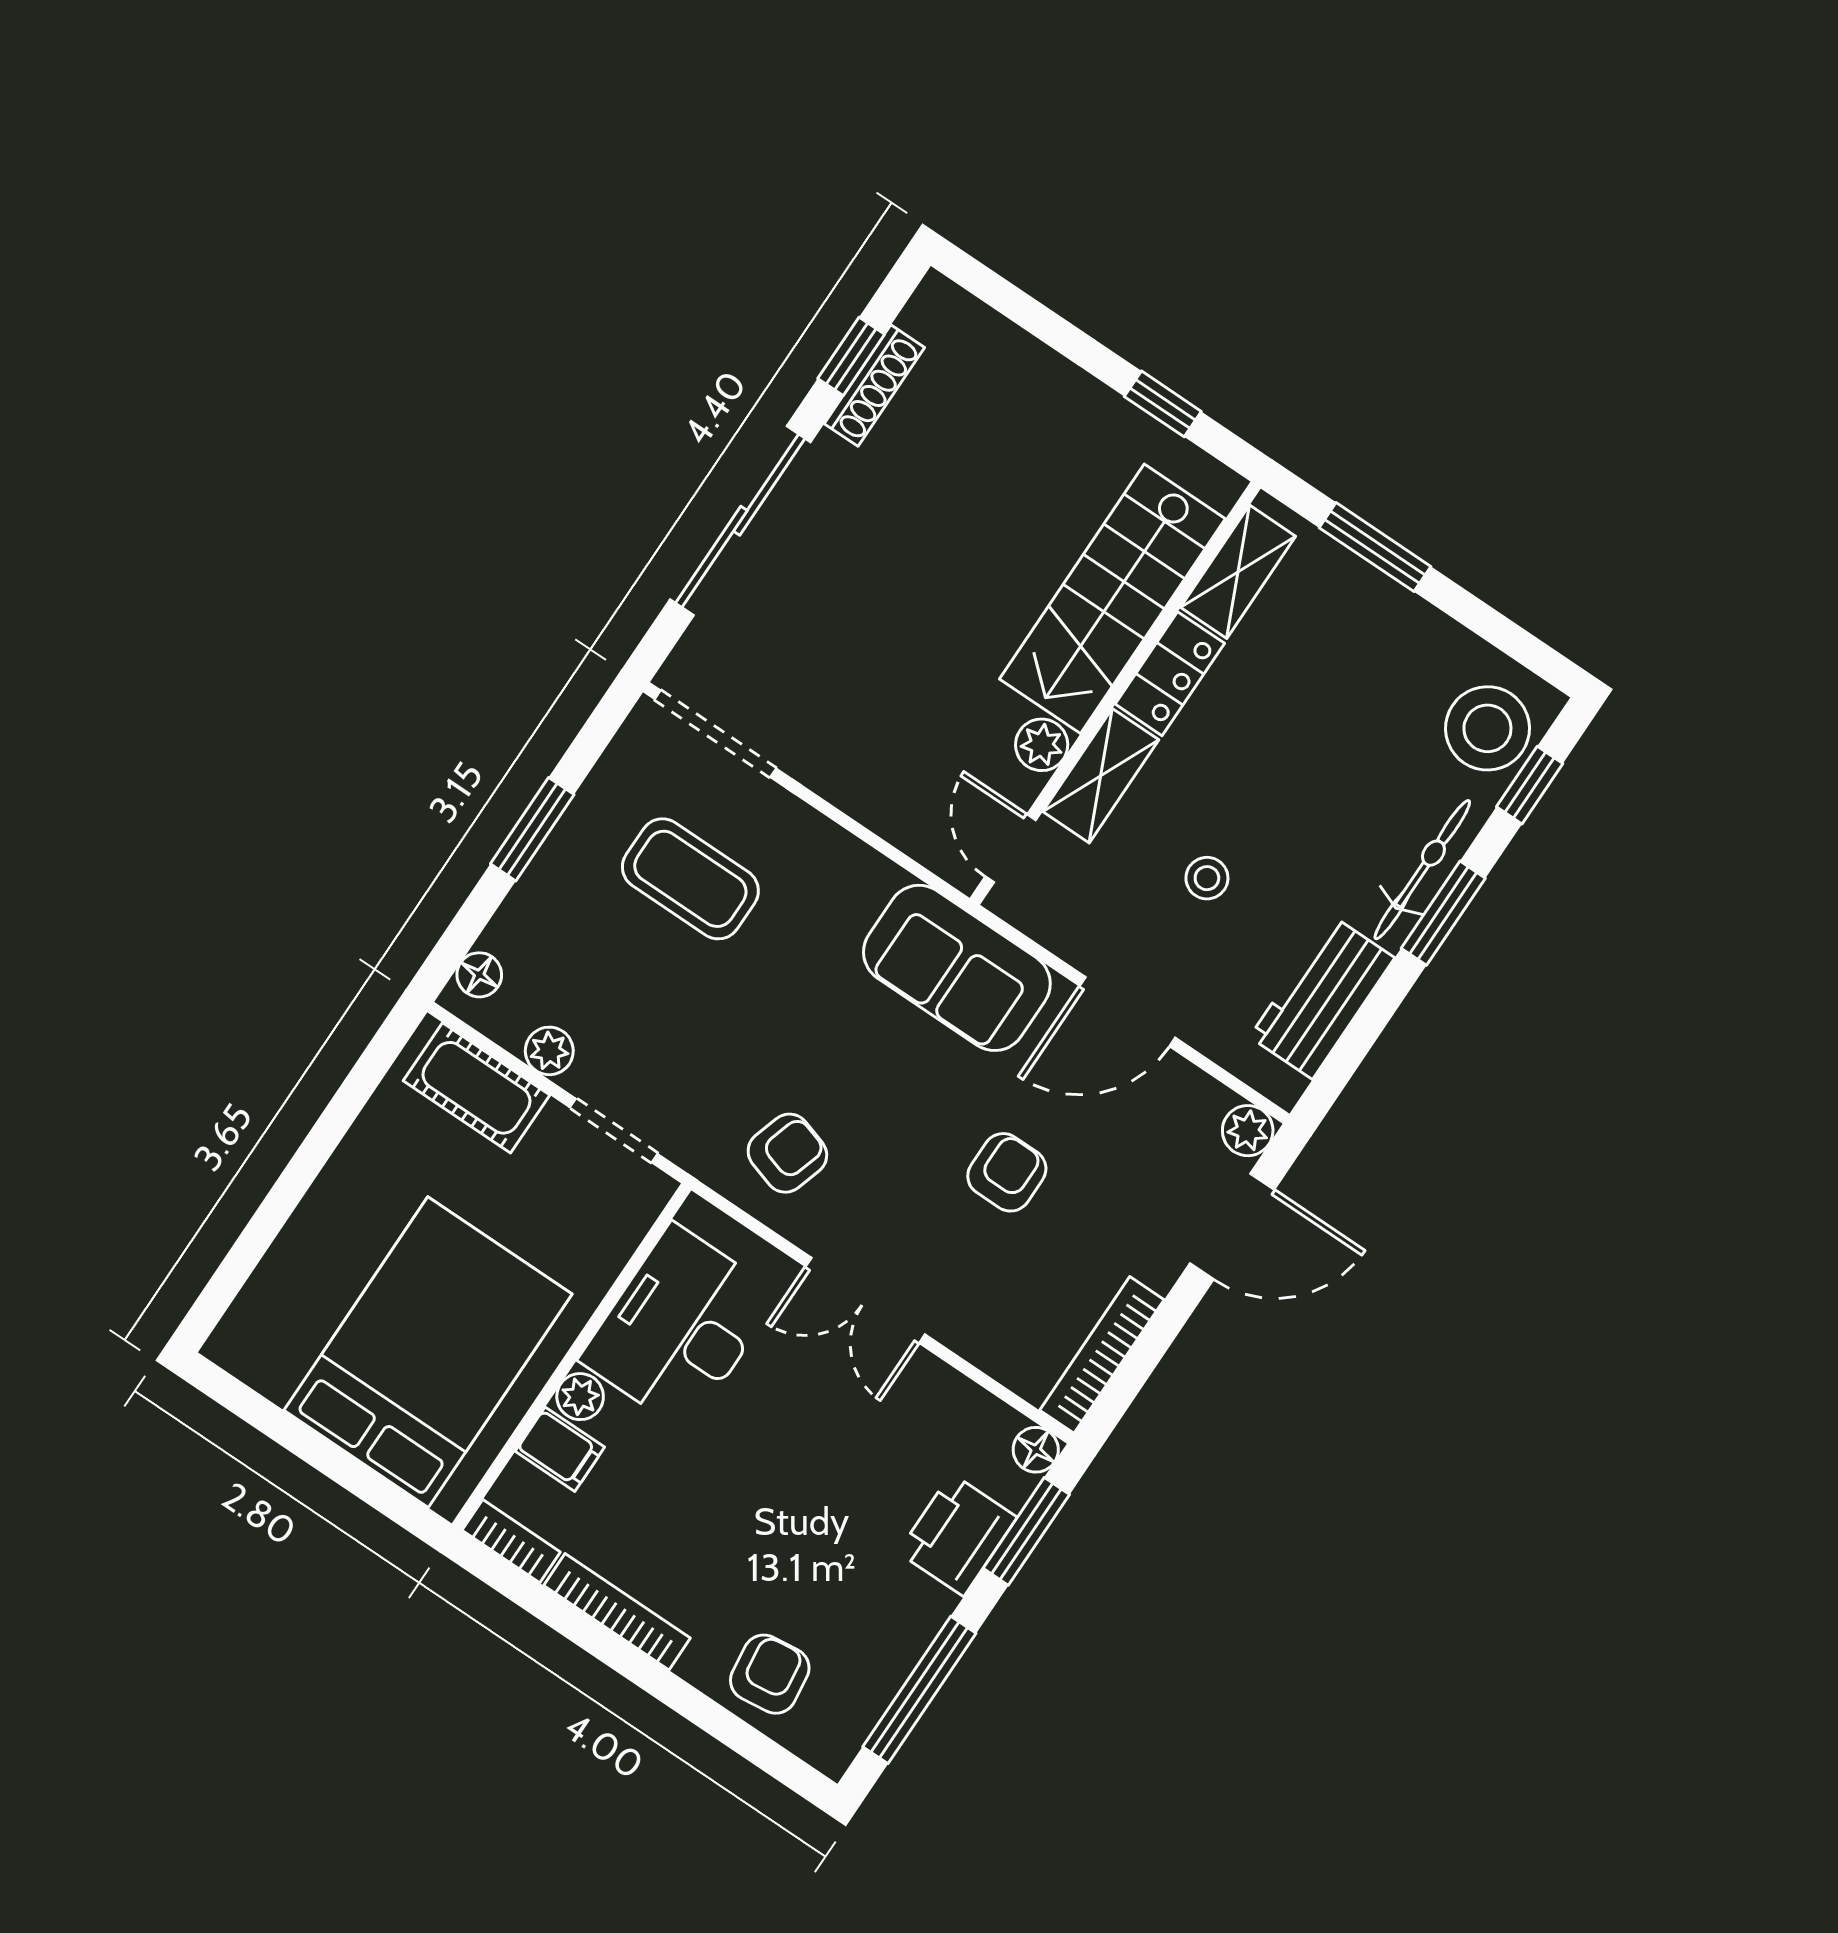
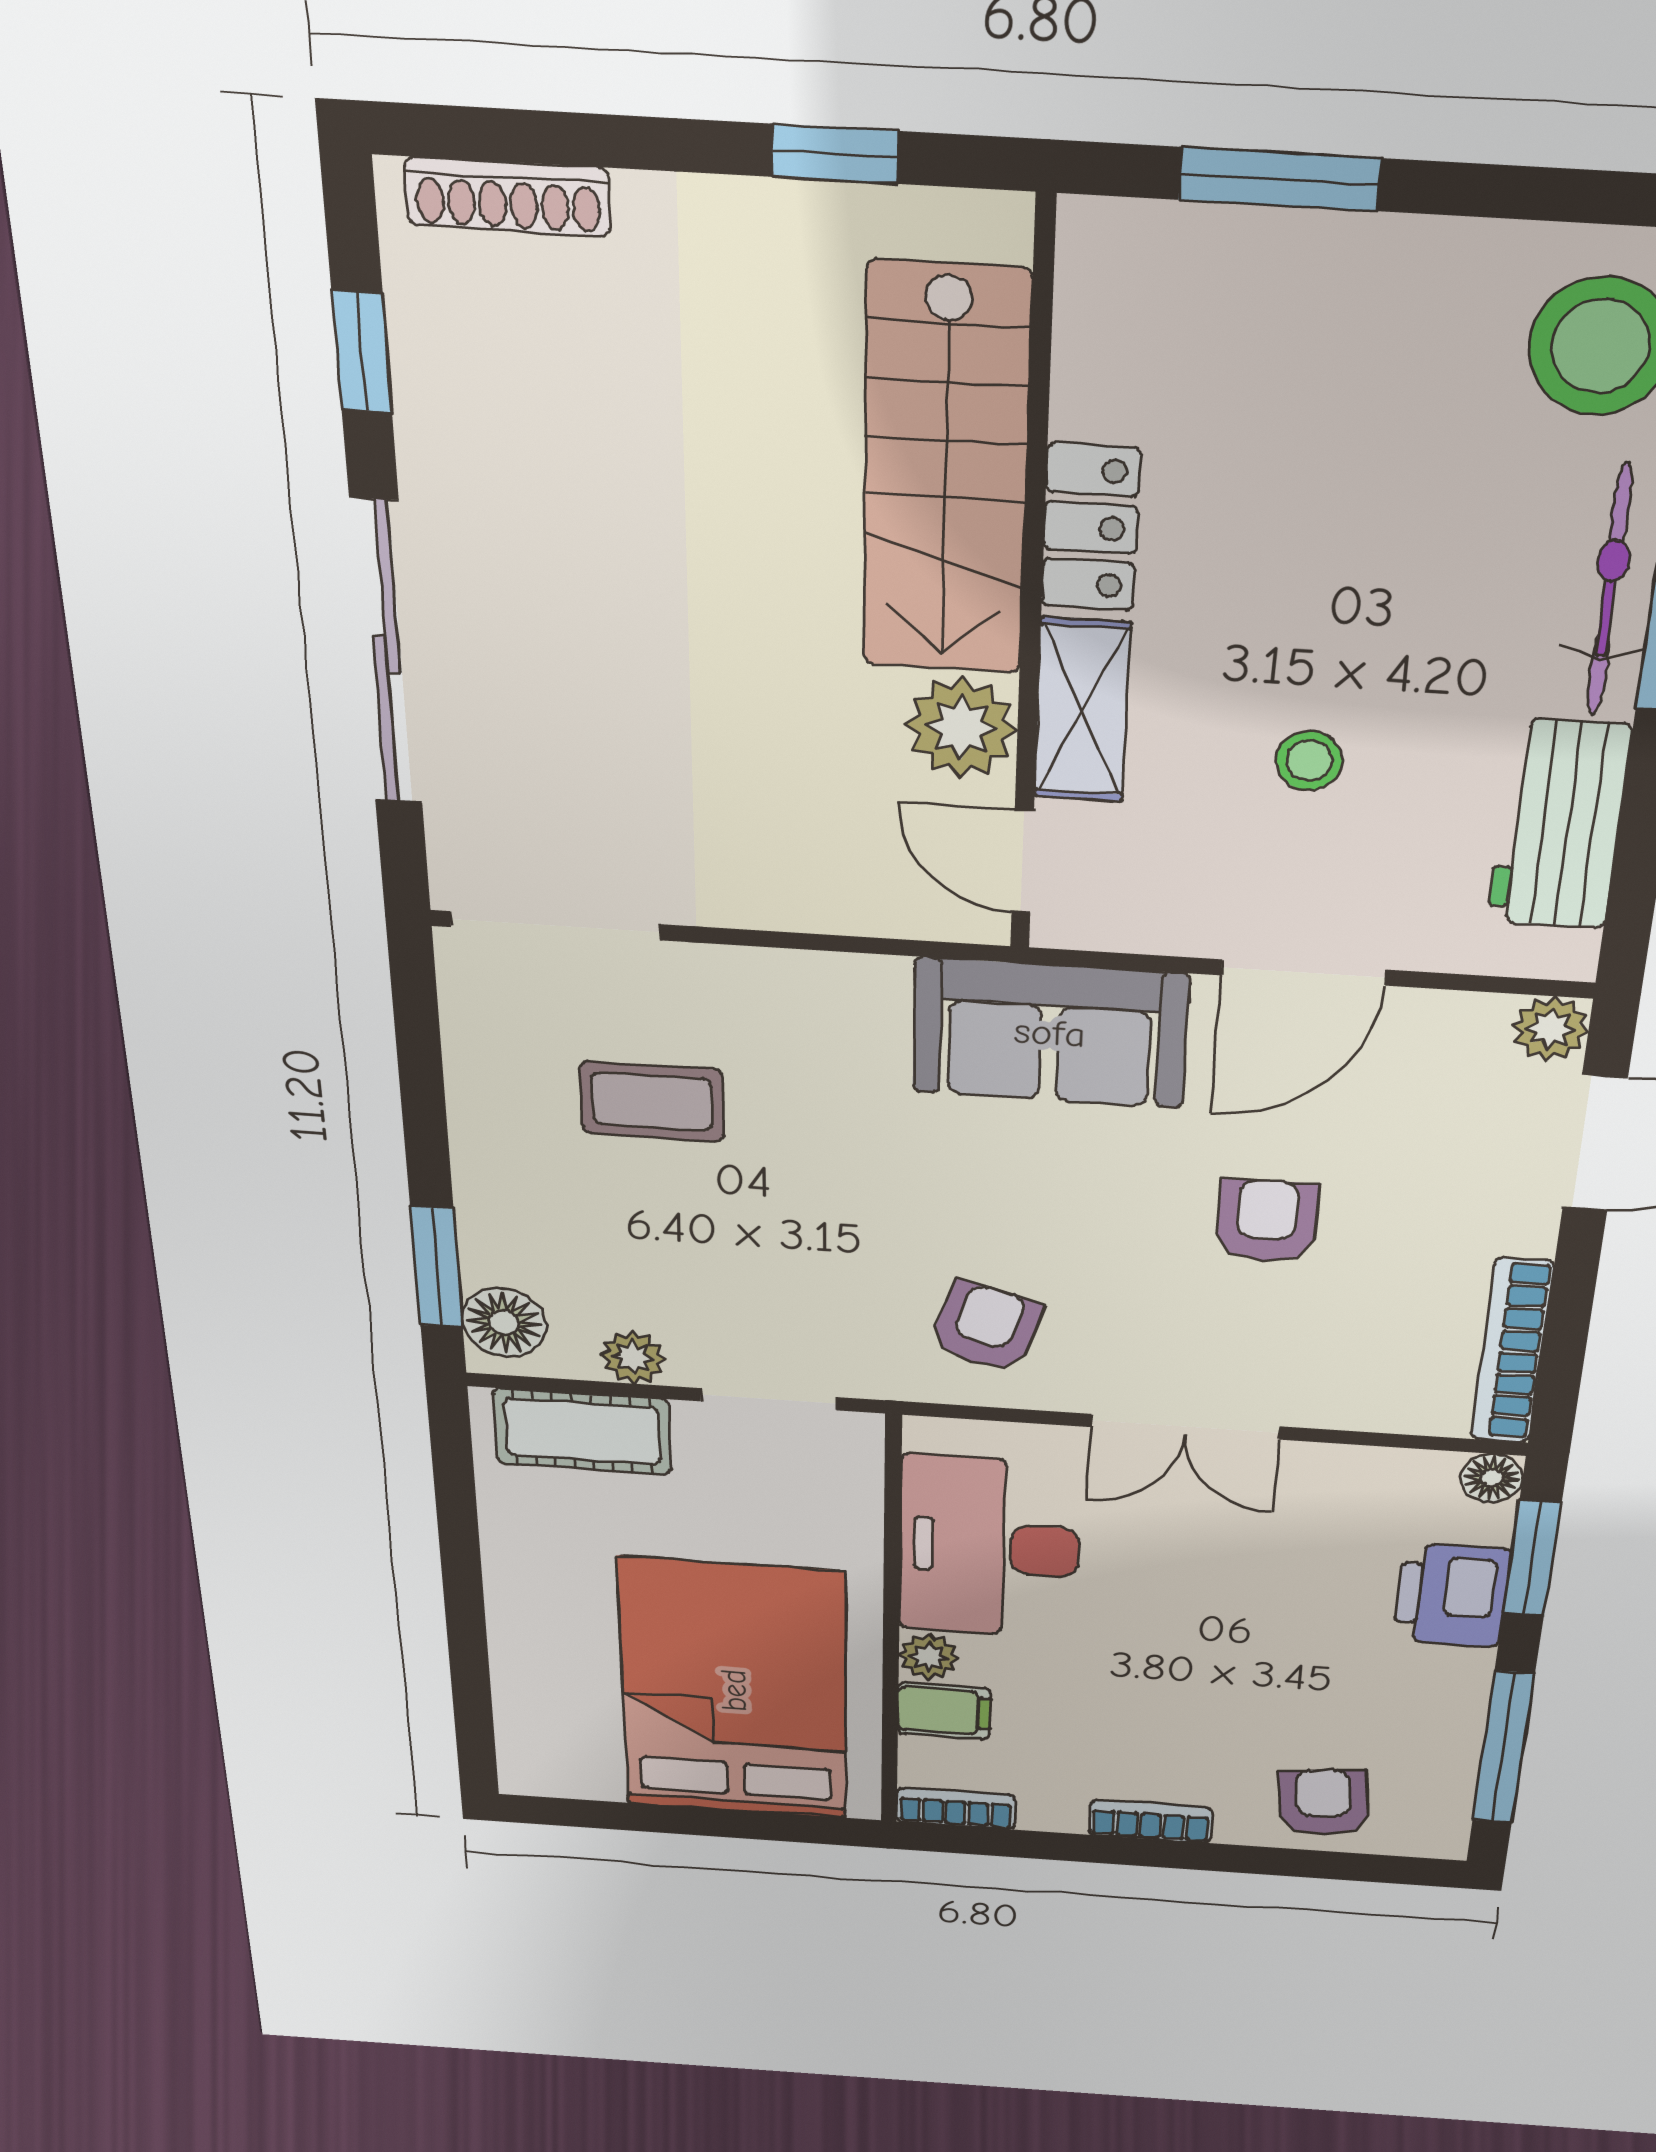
shoe rack: (874, 386) -> (508, 197), moved, turned 90
shelving: (1238, 572) -> (1099, 333), removed
plant: (1042, 745) -> (961, 728), width x1.38, depth x1.38
window: (532, 829) -> (437, 1267), moved
coffee table: (690, 879) -> (652, 1102), width x0.73, depth x0.77
floor lamp: (479, 975) -> (504, 1322), width x1.37, depth x1.37
bookcase: (617, 1612) -> (1150, 1821), width x0.64

